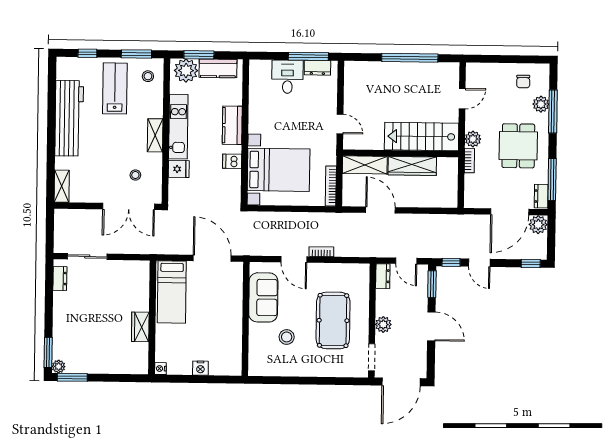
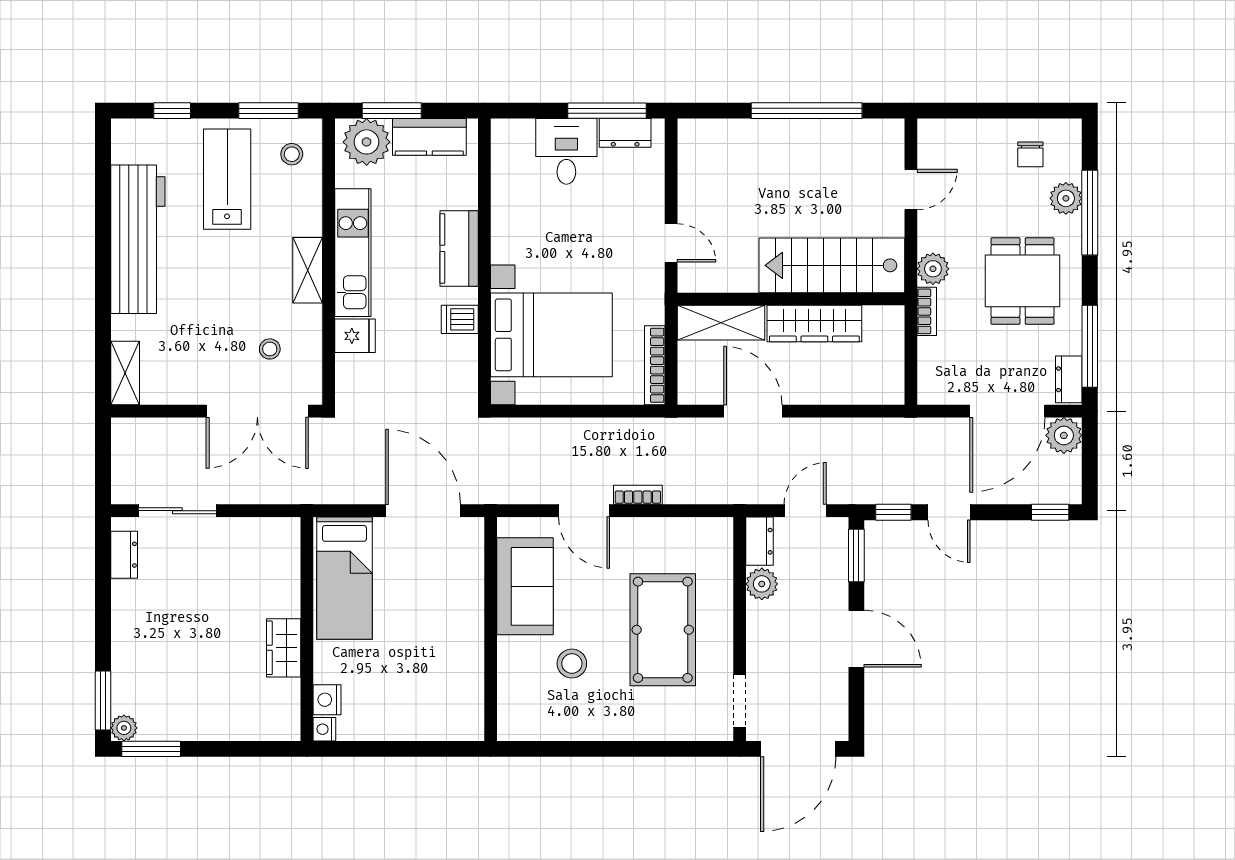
door: (406, 261) -> (805, 511), swing flipped
plant: (383, 324) -> (762, 584), moved
nightstand: (200, 368) -> (327, 700), moved, turned 90

